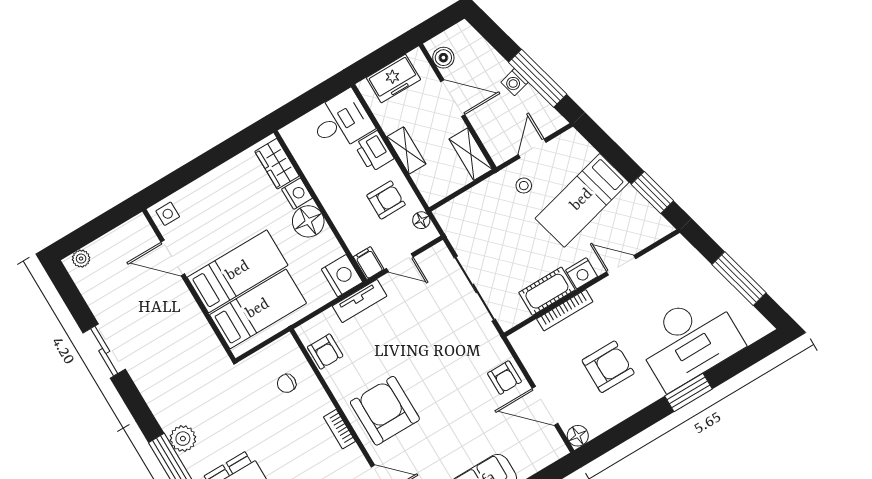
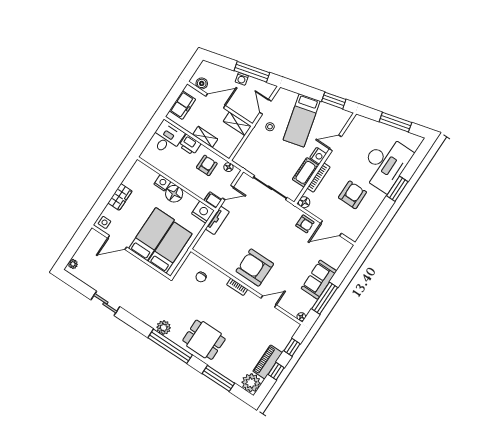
wardrobe: (277, 164) -> (120, 197), moved, turned -90
armchair: (325, 352) -> (212, 253), removed
floor lamp: (578, 436) -> (304, 202), moved

